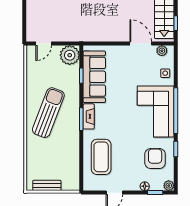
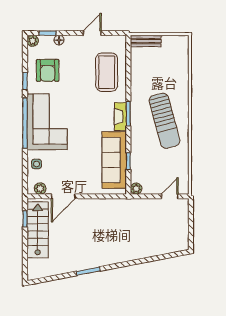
door: (141, 44) -> (63, 196), hinge flipped
plant: (70, 55) -> (136, 189), width x0.53, depth x0.53
sun lounger: (48, 113) -> (165, 121), turned -36
bench: (47, 185) -> (146, 41), moved

